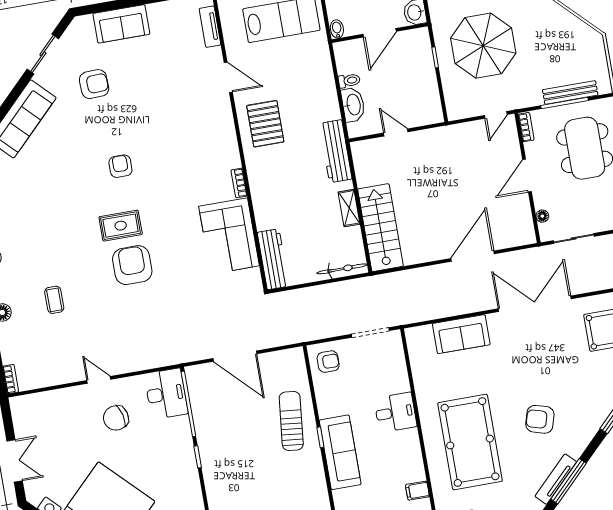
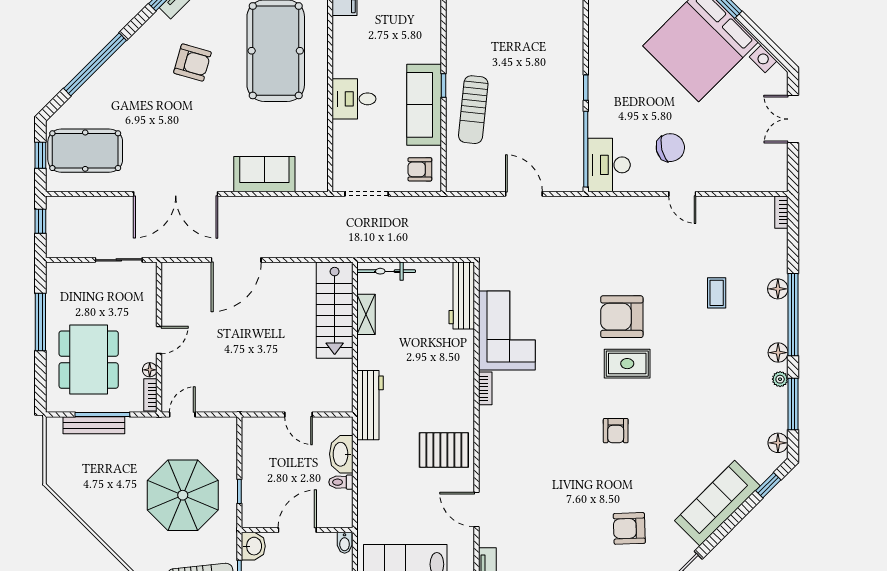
pallet: (265, 124) -> (444, 450), turned 90
door: (527, 176) -> (159, 340), width x0.73
shelving: (349, 208) -> (366, 314), moved
floor lamp: (542, 216) -> (150, 370), moved
armchair: (132, 265) -> (622, 317), turned 90
door: (235, 356) -> (524, 194), width x0.73
sofa: (340, 452) -> (424, 105), moved

